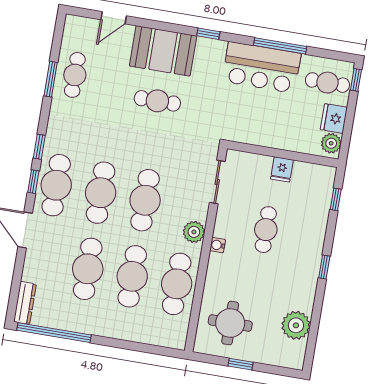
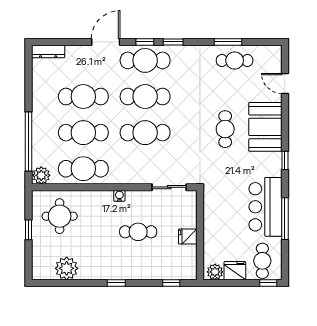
plant: (194, 232) -> (41, 175), moved
window: (54, 333) -> (28, 141), moved

